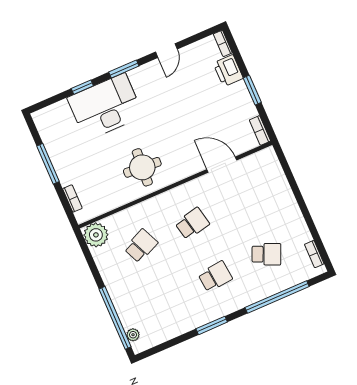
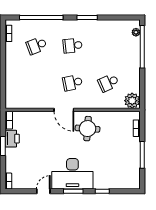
printer: (228, 71) -> (12, 139), moved
desk: (105, 107) -> (72, 174), moved
door: (222, 165) -> (64, 110), moved
school desk: (266, 254) -> (37, 46), turned -45

